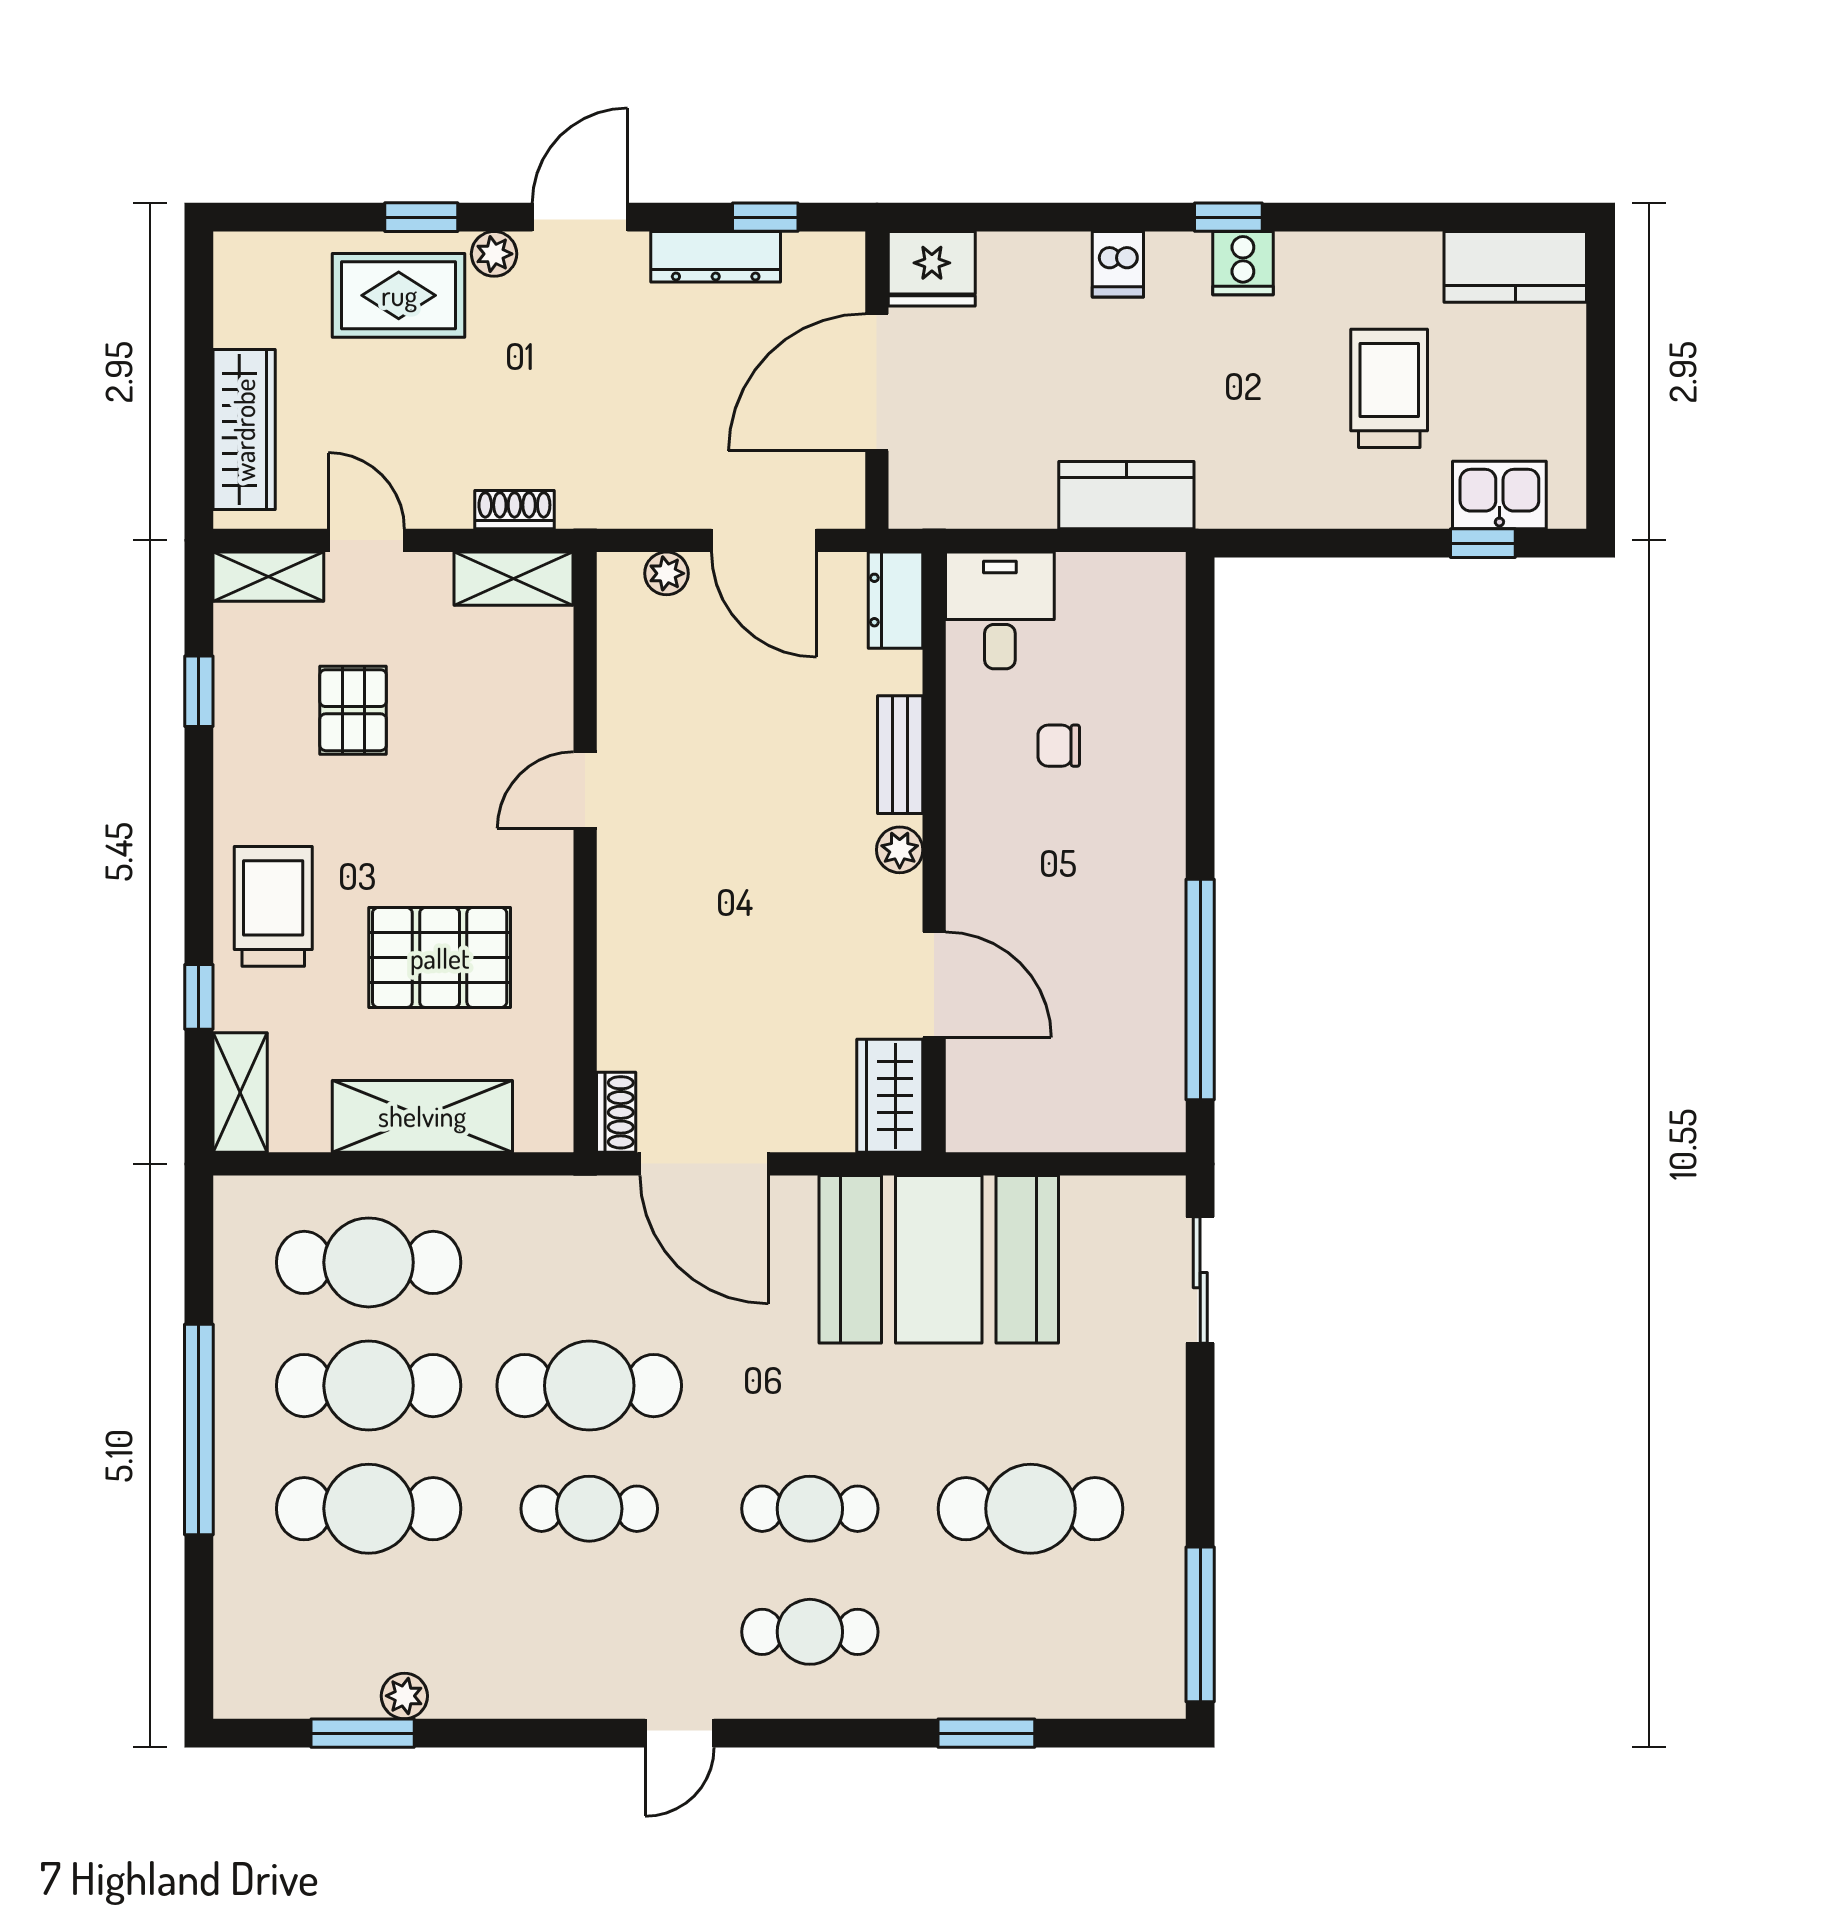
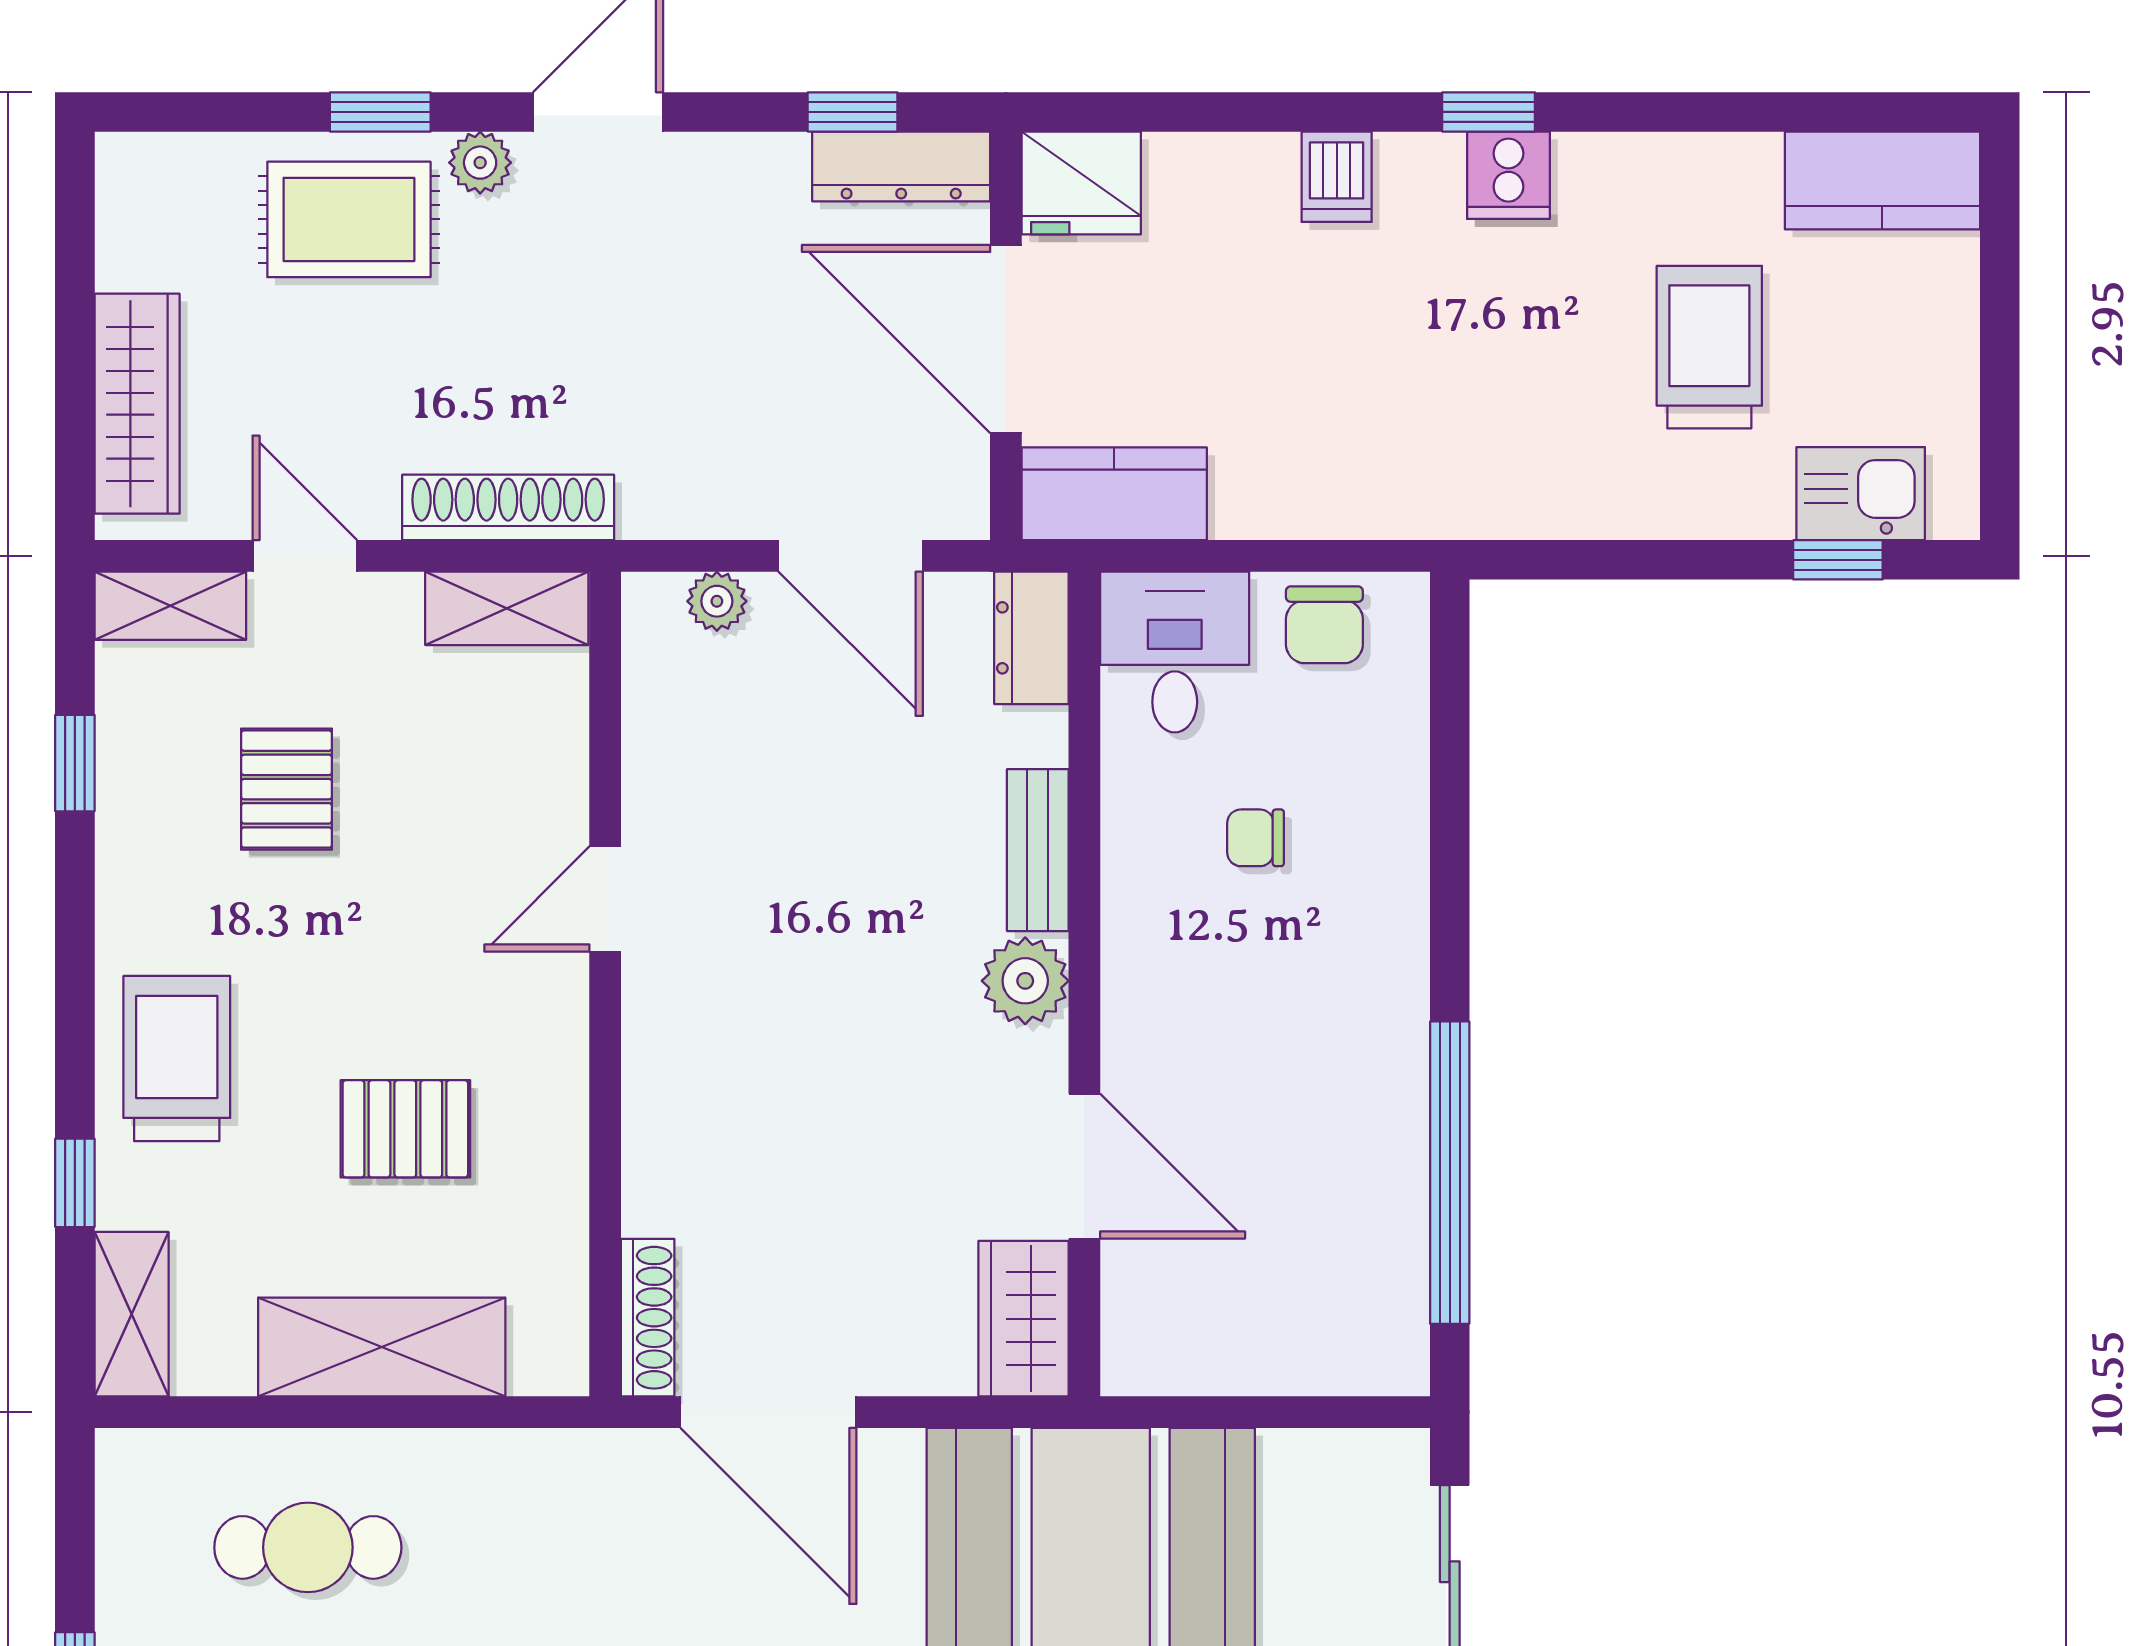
dresser: (716, 257) -> (901, 166), moved
door: (877, 382) -> (1006, 339), hinge flipped
kitchen counter: (1126, 495) -> (1114, 494), moved
shoe rack: (514, 510) -> (508, 507), width x1.94, depth x1.24
chair: (1109, 591) -> (1324, 625), added
plant: (900, 850) -> (1025, 981), width x1.38, depth x1.38
pallet: (440, 958) -> (405, 1129), width x0.67, depth x0.71
shoe rack: (616, 1112) -> (648, 1318), width x1.43
cafe table: (369, 1262) -> (308, 1547), width x0.73, depth x0.74

